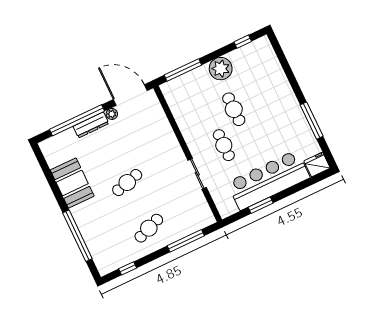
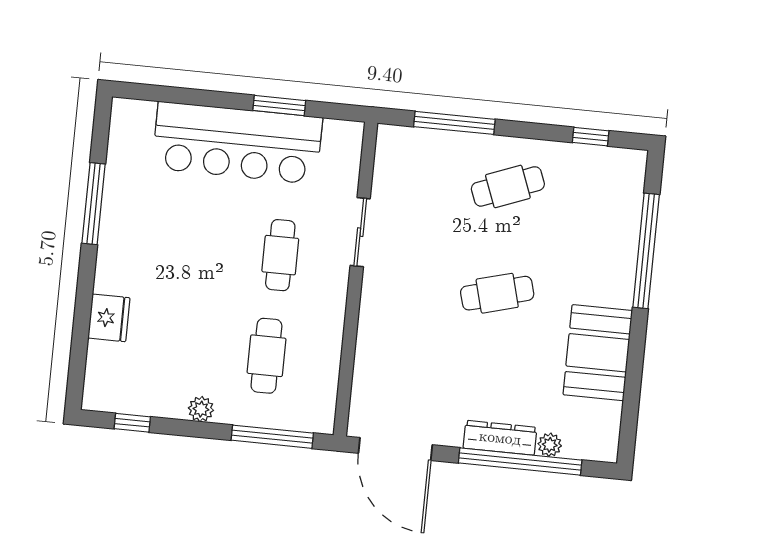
plant: (221, 69) -> (201, 409), width x0.53, depth x0.53
cafe table: (234, 109) -> (266, 356), moved
plant: (112, 114) -> (550, 445), moved
fridge: (317, 165) -> (109, 318), moved, turned -90

